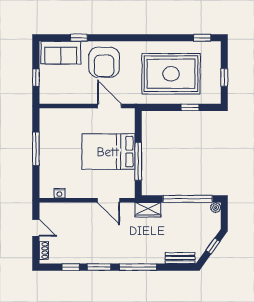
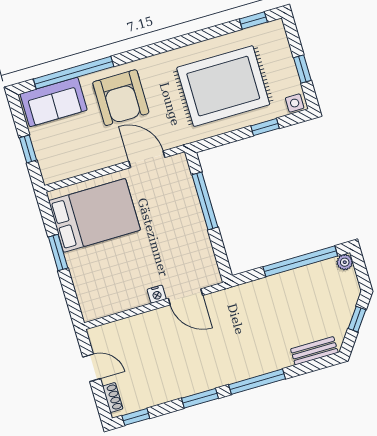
window: (79, 38) -> (74, 73), width x3.17
side table: (213, 98) -> (295, 103), added
window: (36, 149) -> (58, 252), width x0.69
bed: (108, 152) -> (94, 215), moved, turned 180
window: (138, 161) -> (205, 201), moved
nightstand: (59, 193) -> (157, 294), moved
wardrobe: (148, 210) -> (247, 294), removed
window: (71, 267) -> (136, 417), moved

